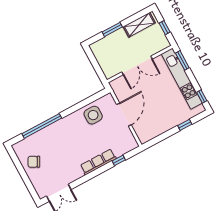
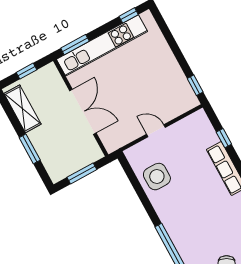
window: (95, 65) -> (82, 173), added
door: (124, 115) -> (156, 131), width x0.53
window: (185, 125) -> (195, 85), moved

